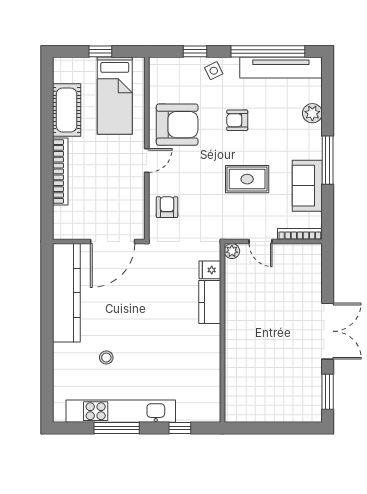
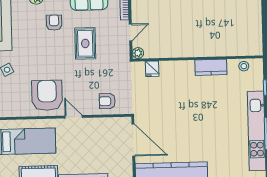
armchair: (237, 120) -> (54, 23), moved, turned 180
kitchen counter: (210, 302) -> (211, 67), moved
stool: (106, 358) -> (244, 66), moved

